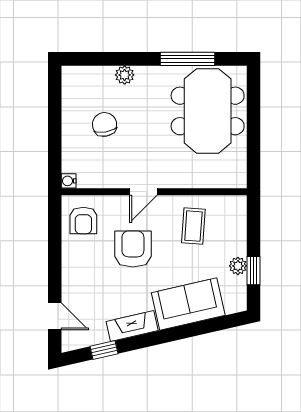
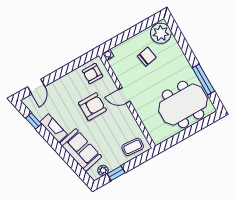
plant: (125, 75) -> (161, 33), moved, width x1.88, depth x1.88
coffee table: (193, 226) -> (133, 147), moved
plant: (238, 266) -> (103, 170), moved

